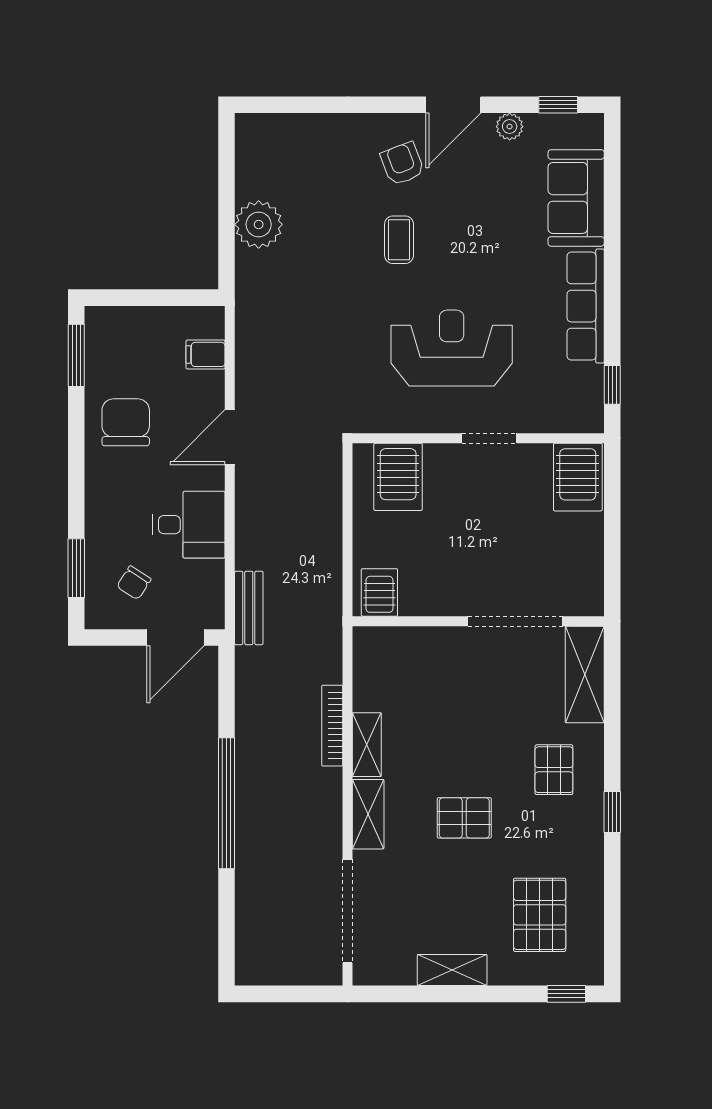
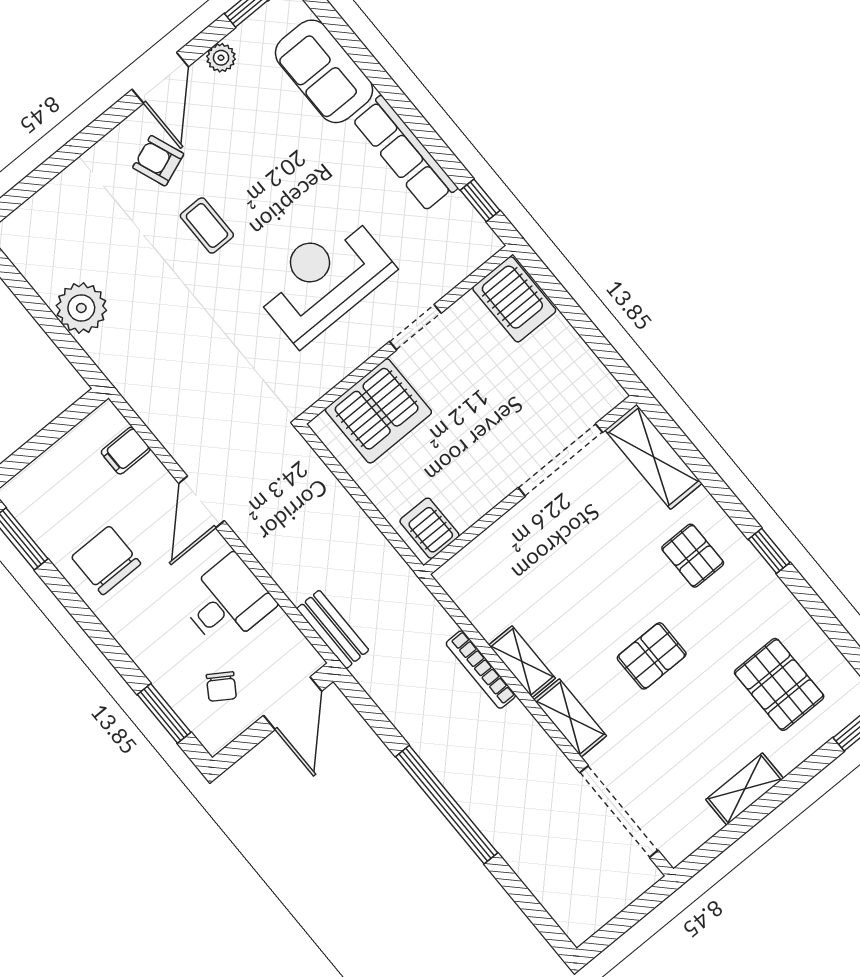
server rack: (398, 477) -> (378, 411), width x1.60

